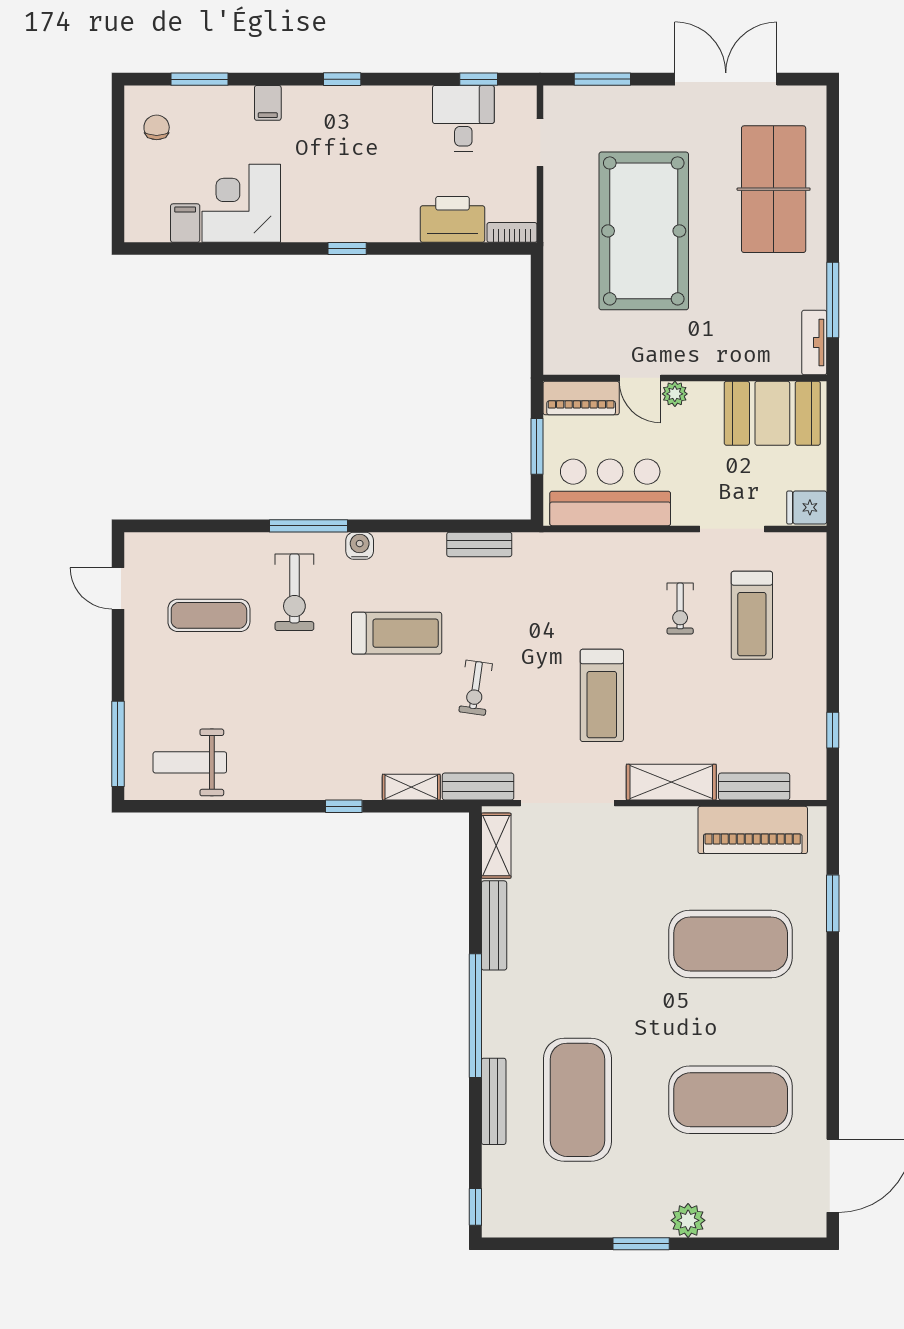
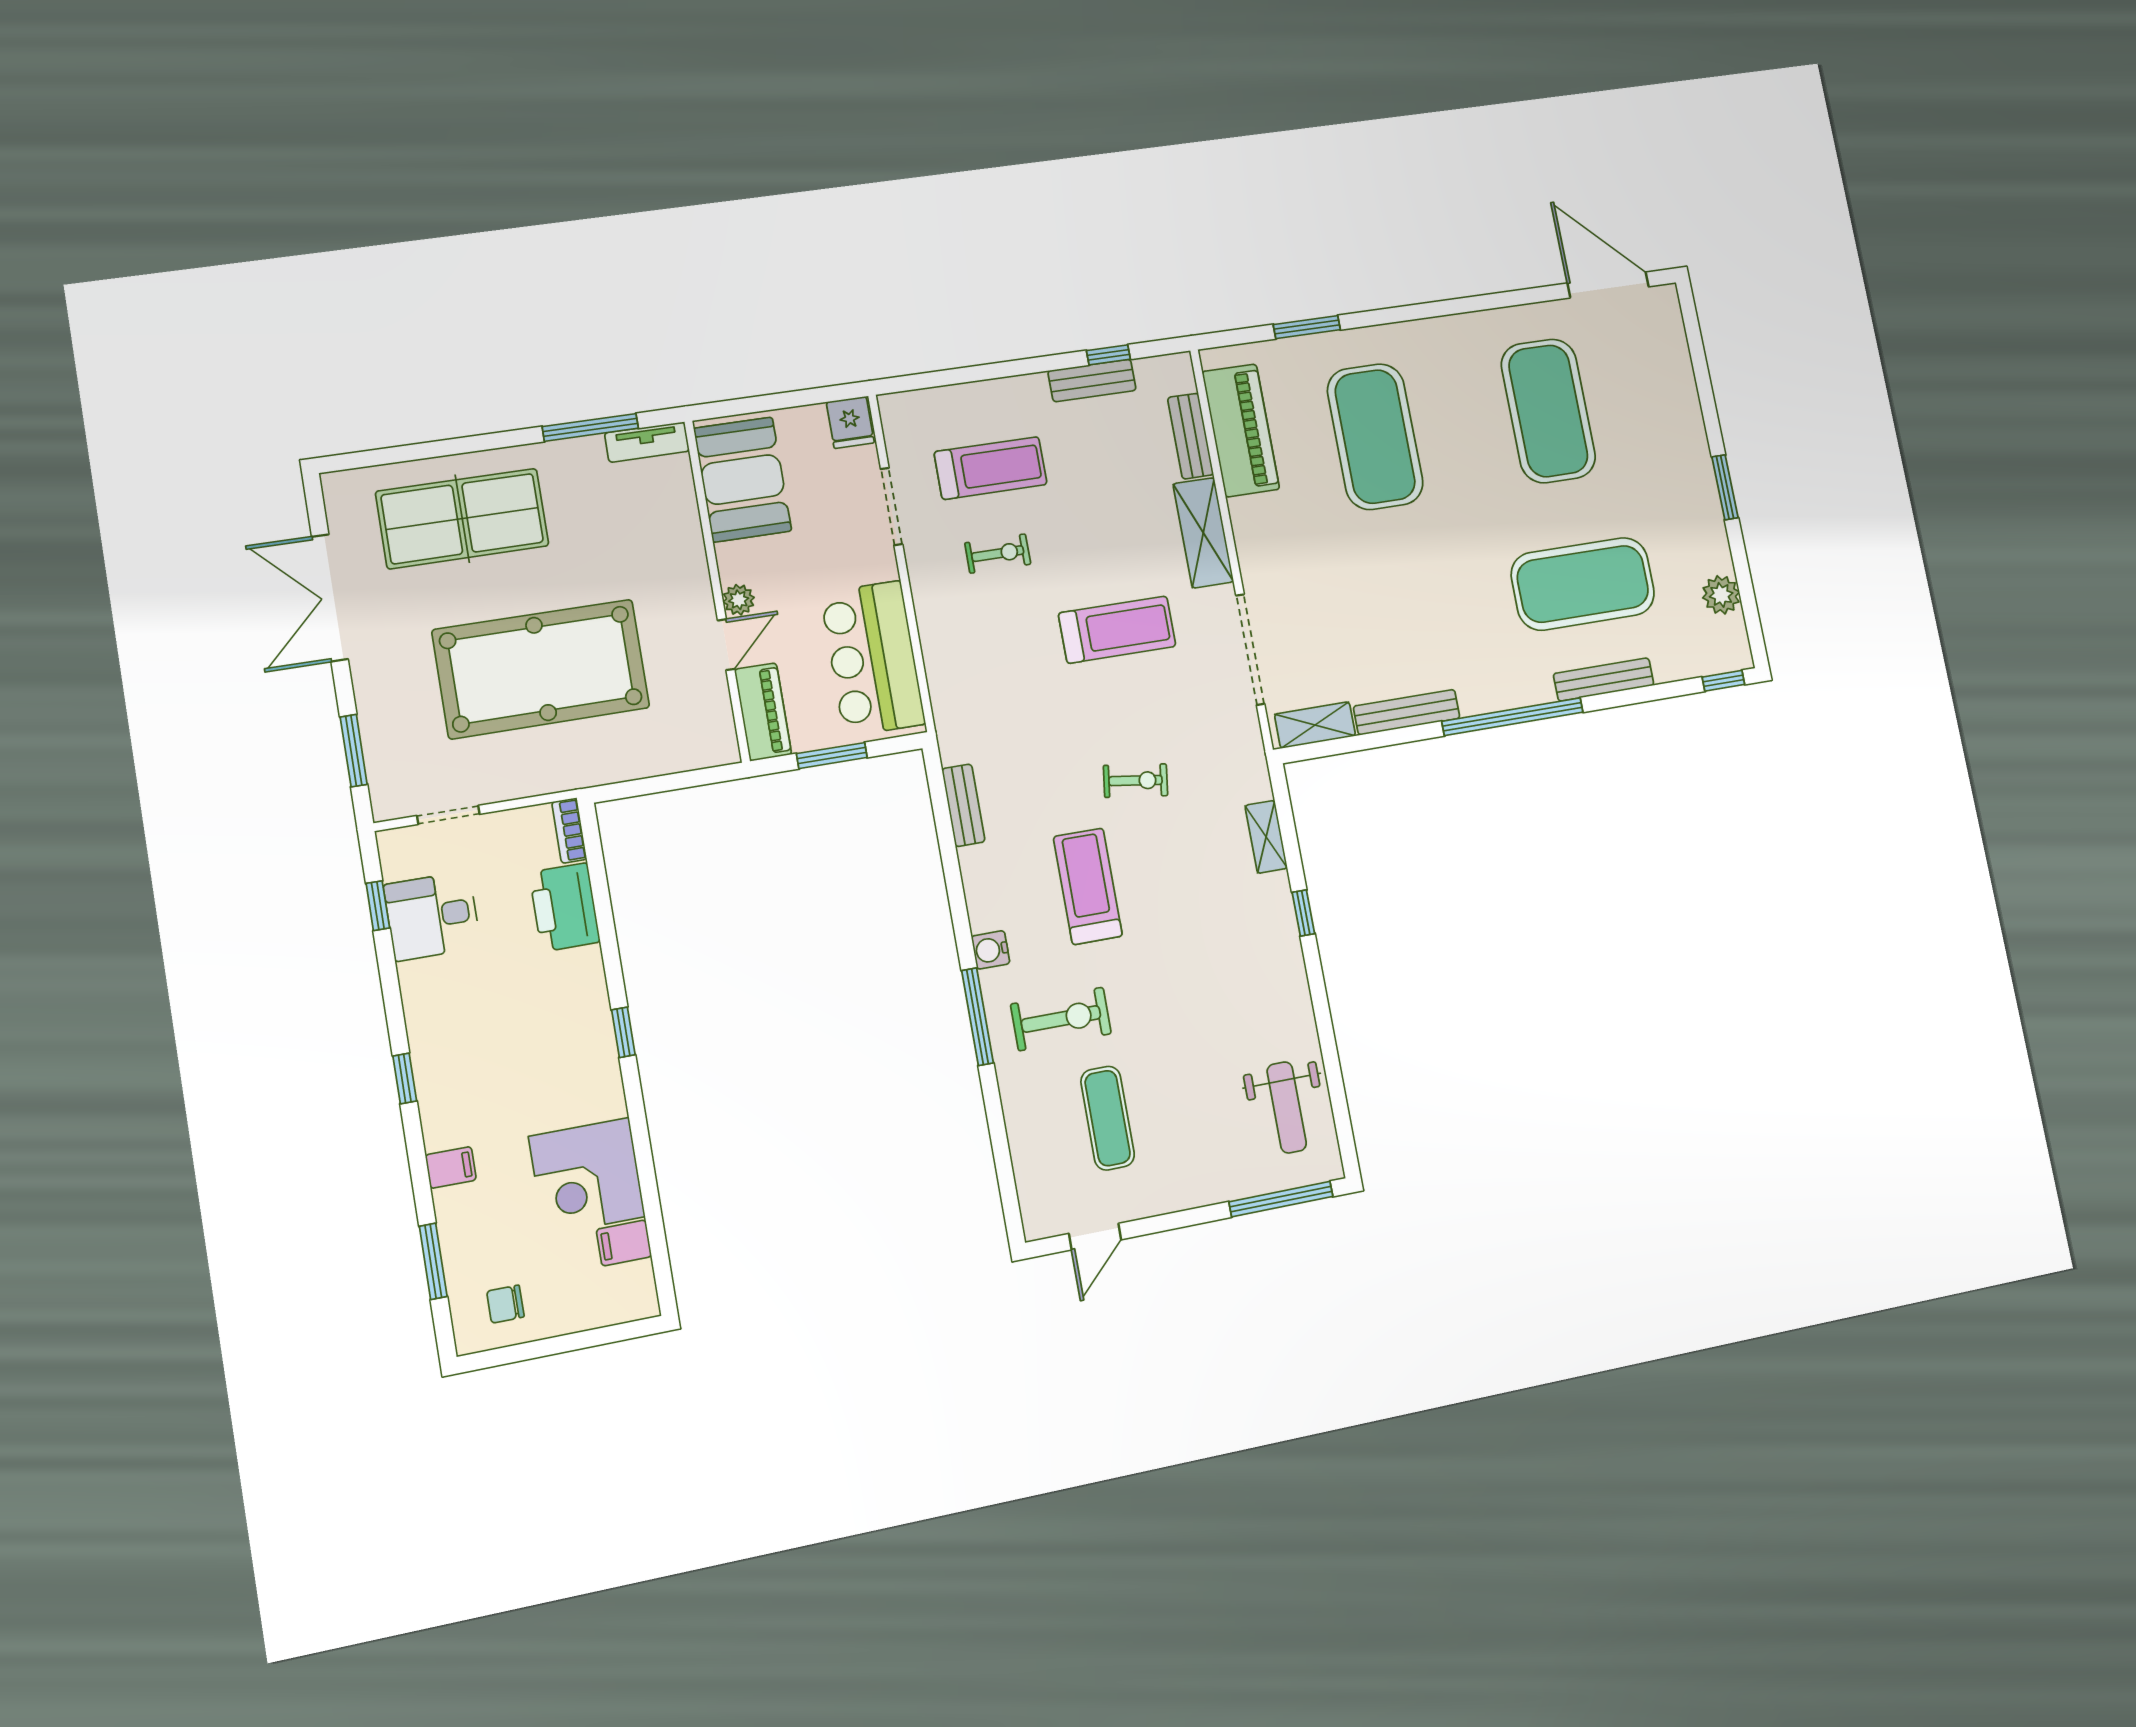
bench: (478, 786) -> (1092, 381), moved, turned 90
plant: (688, 1220) -> (1721, 595), moved

